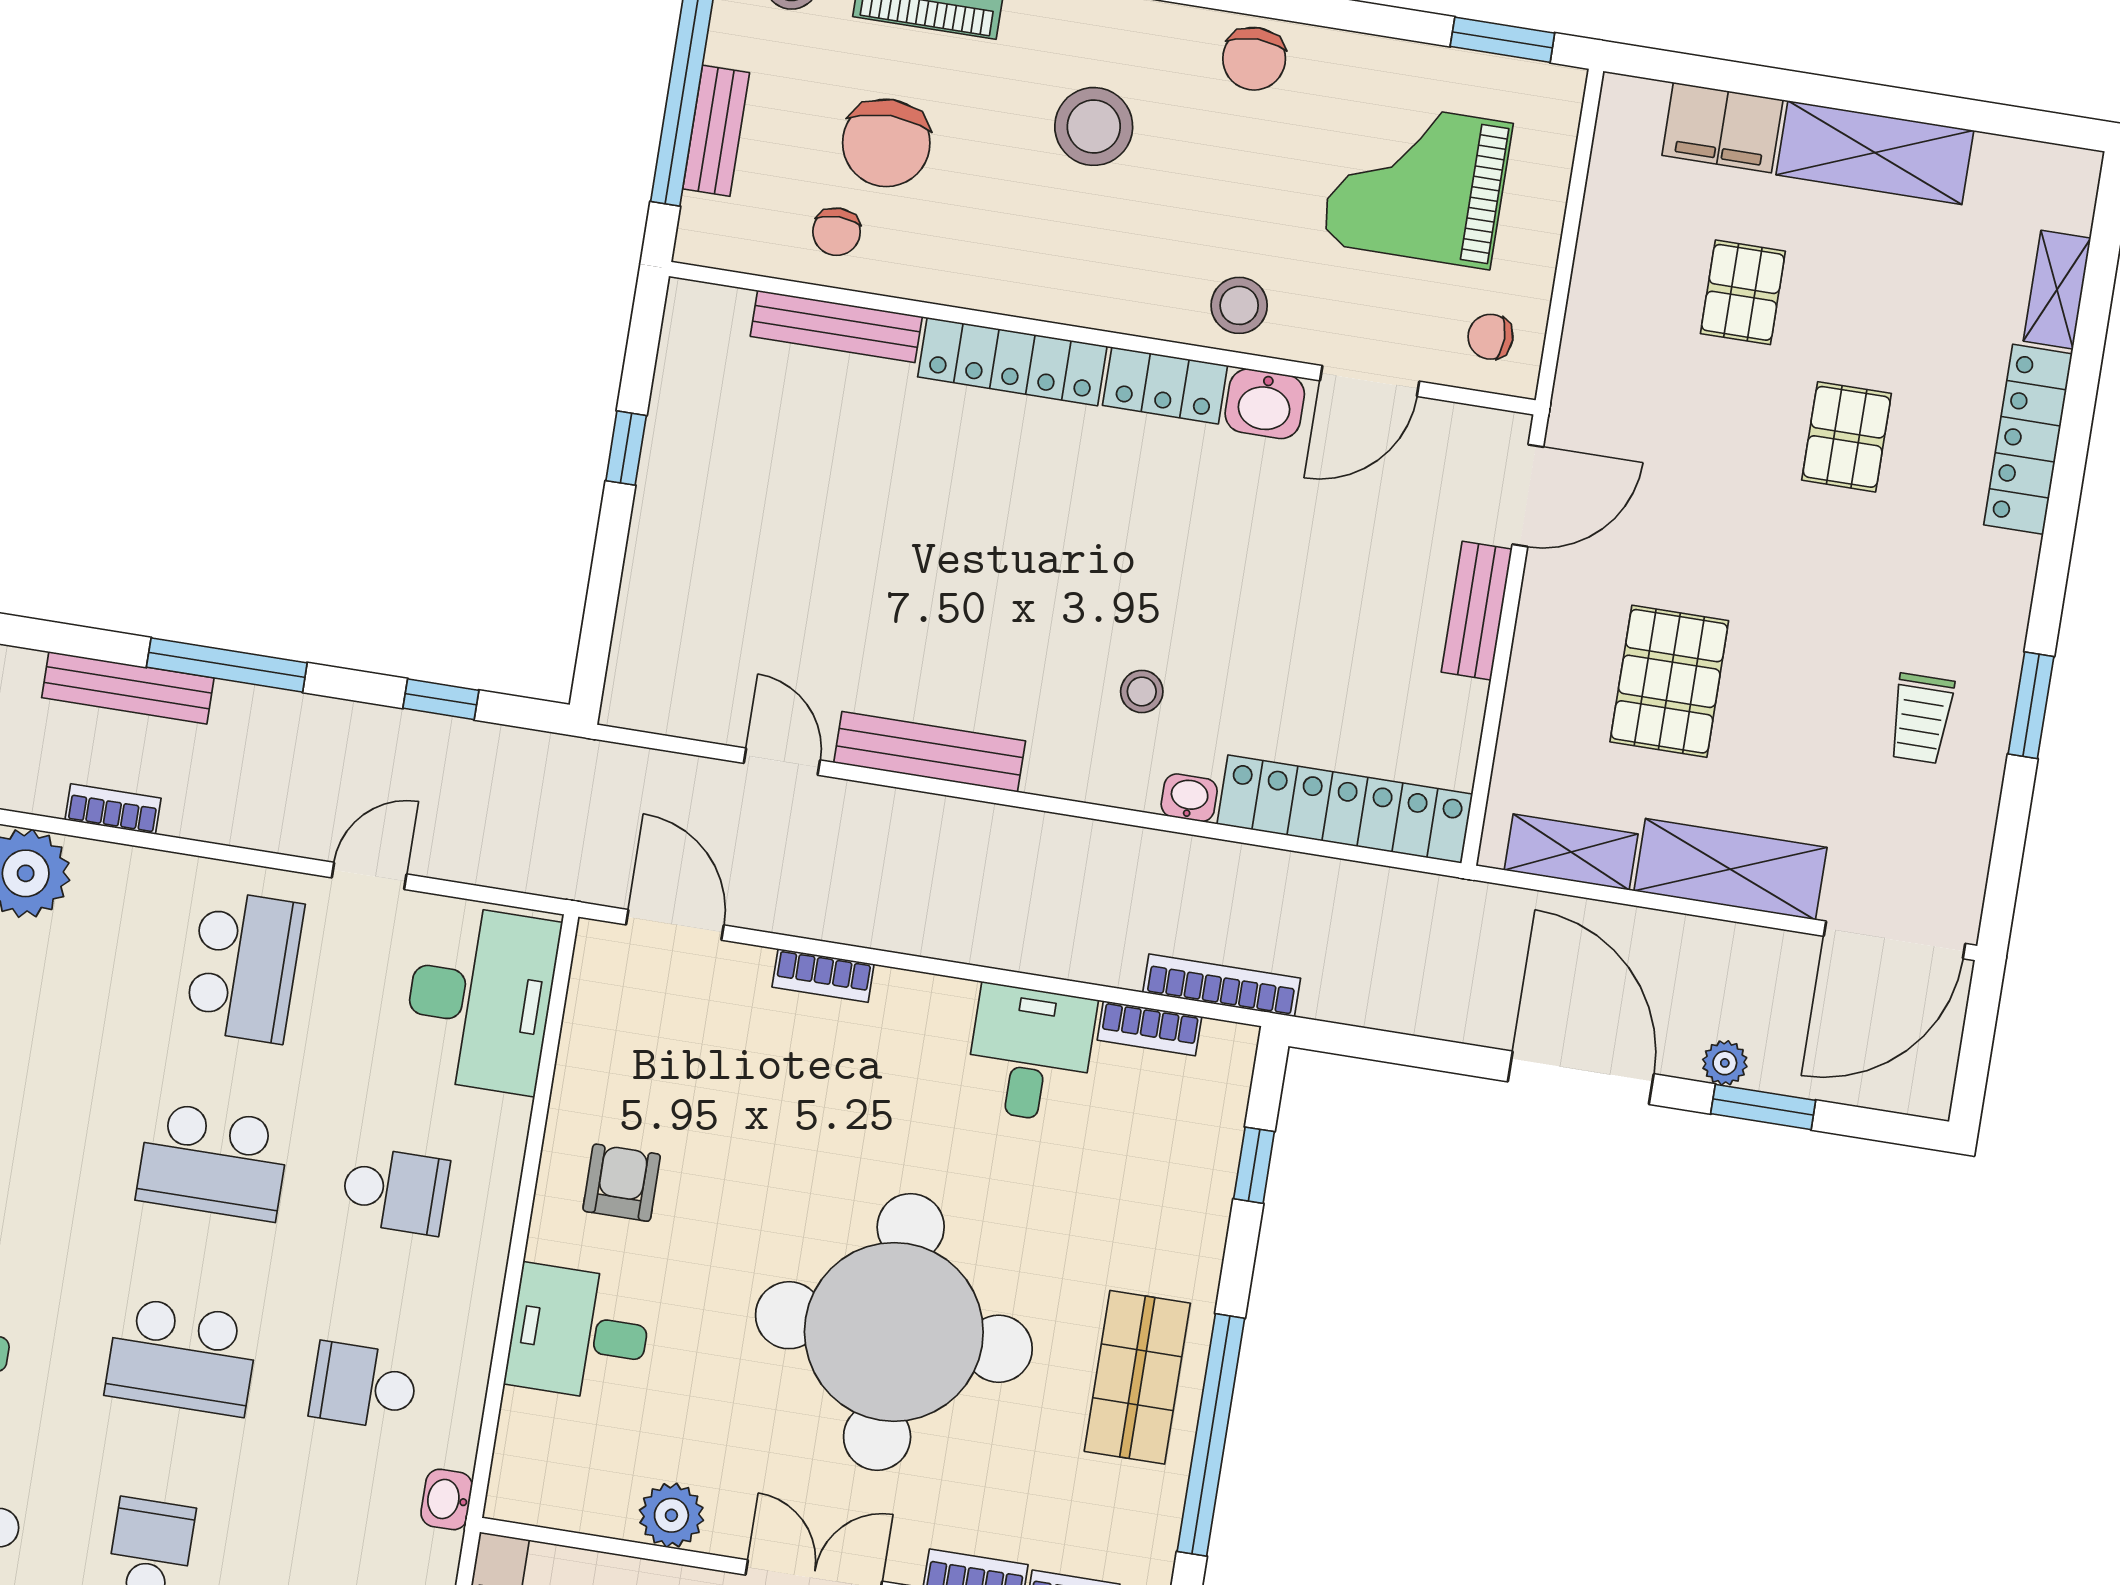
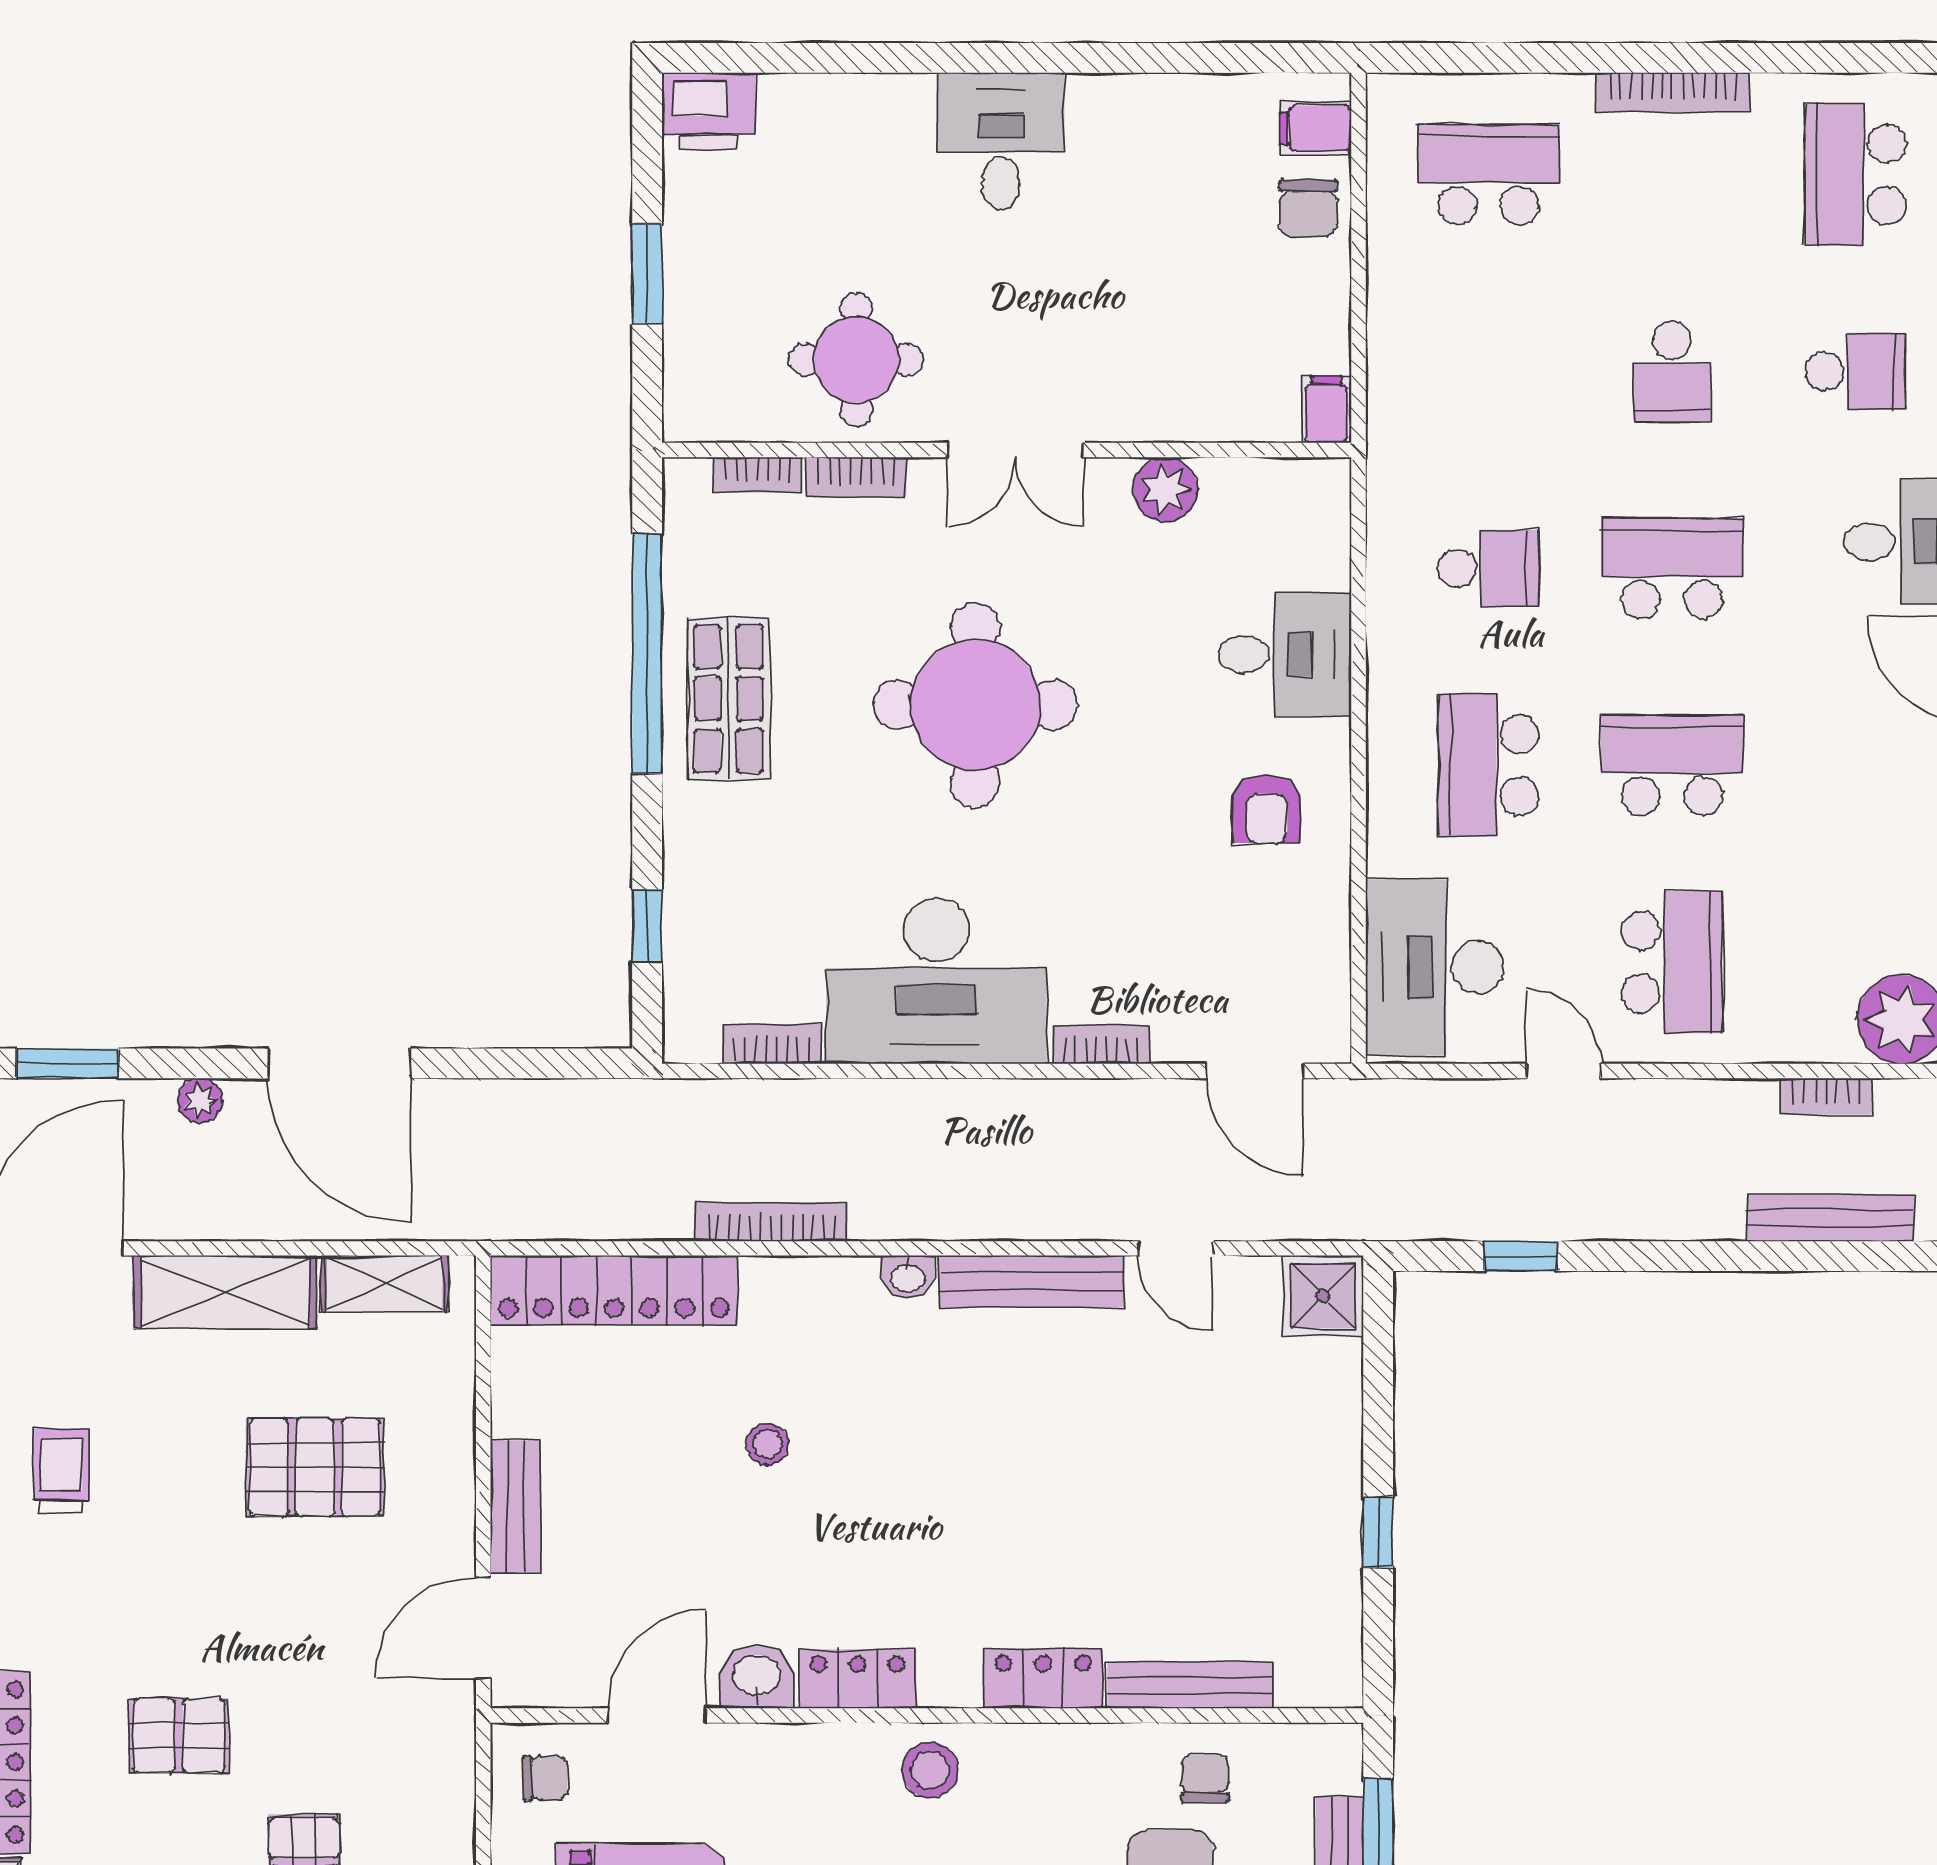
stool: (1239, 305) -> (930, 1770), moved
locker: (1012, 362) -> (1043, 1678), width x0.66
pallet: (1847, 437) -> (179, 1736), turned 90
window: (227, 665) -> (1737, 1256), removed
pallet: (1669, 681) -> (315, 1467), turned 90
shower: (643, 691) -> (1323, 1296), added
stool: (1142, 691) -> (767, 1444), moved
washbasin: (1189, 798) -> (907, 1277), moved
door: (369, 876) -> (1563, 1071), swing flipped
school desk: (244, 967) -> (1672, 962), turned 180
bookcase: (1222, 985) -> (771, 1222), moved, turned 180
desk: (1030, 1054) -> (936, 981), width x1.87, depth x1.30
window: (1763, 1107) -> (67, 1063), moved
school desk: (395, 1191) -> (1488, 765), width x1.85
round table: (894, 1332) -> (975, 705), width x0.73, depth x0.73
washbasin: (447, 1499) -> (1389, 470), removed

